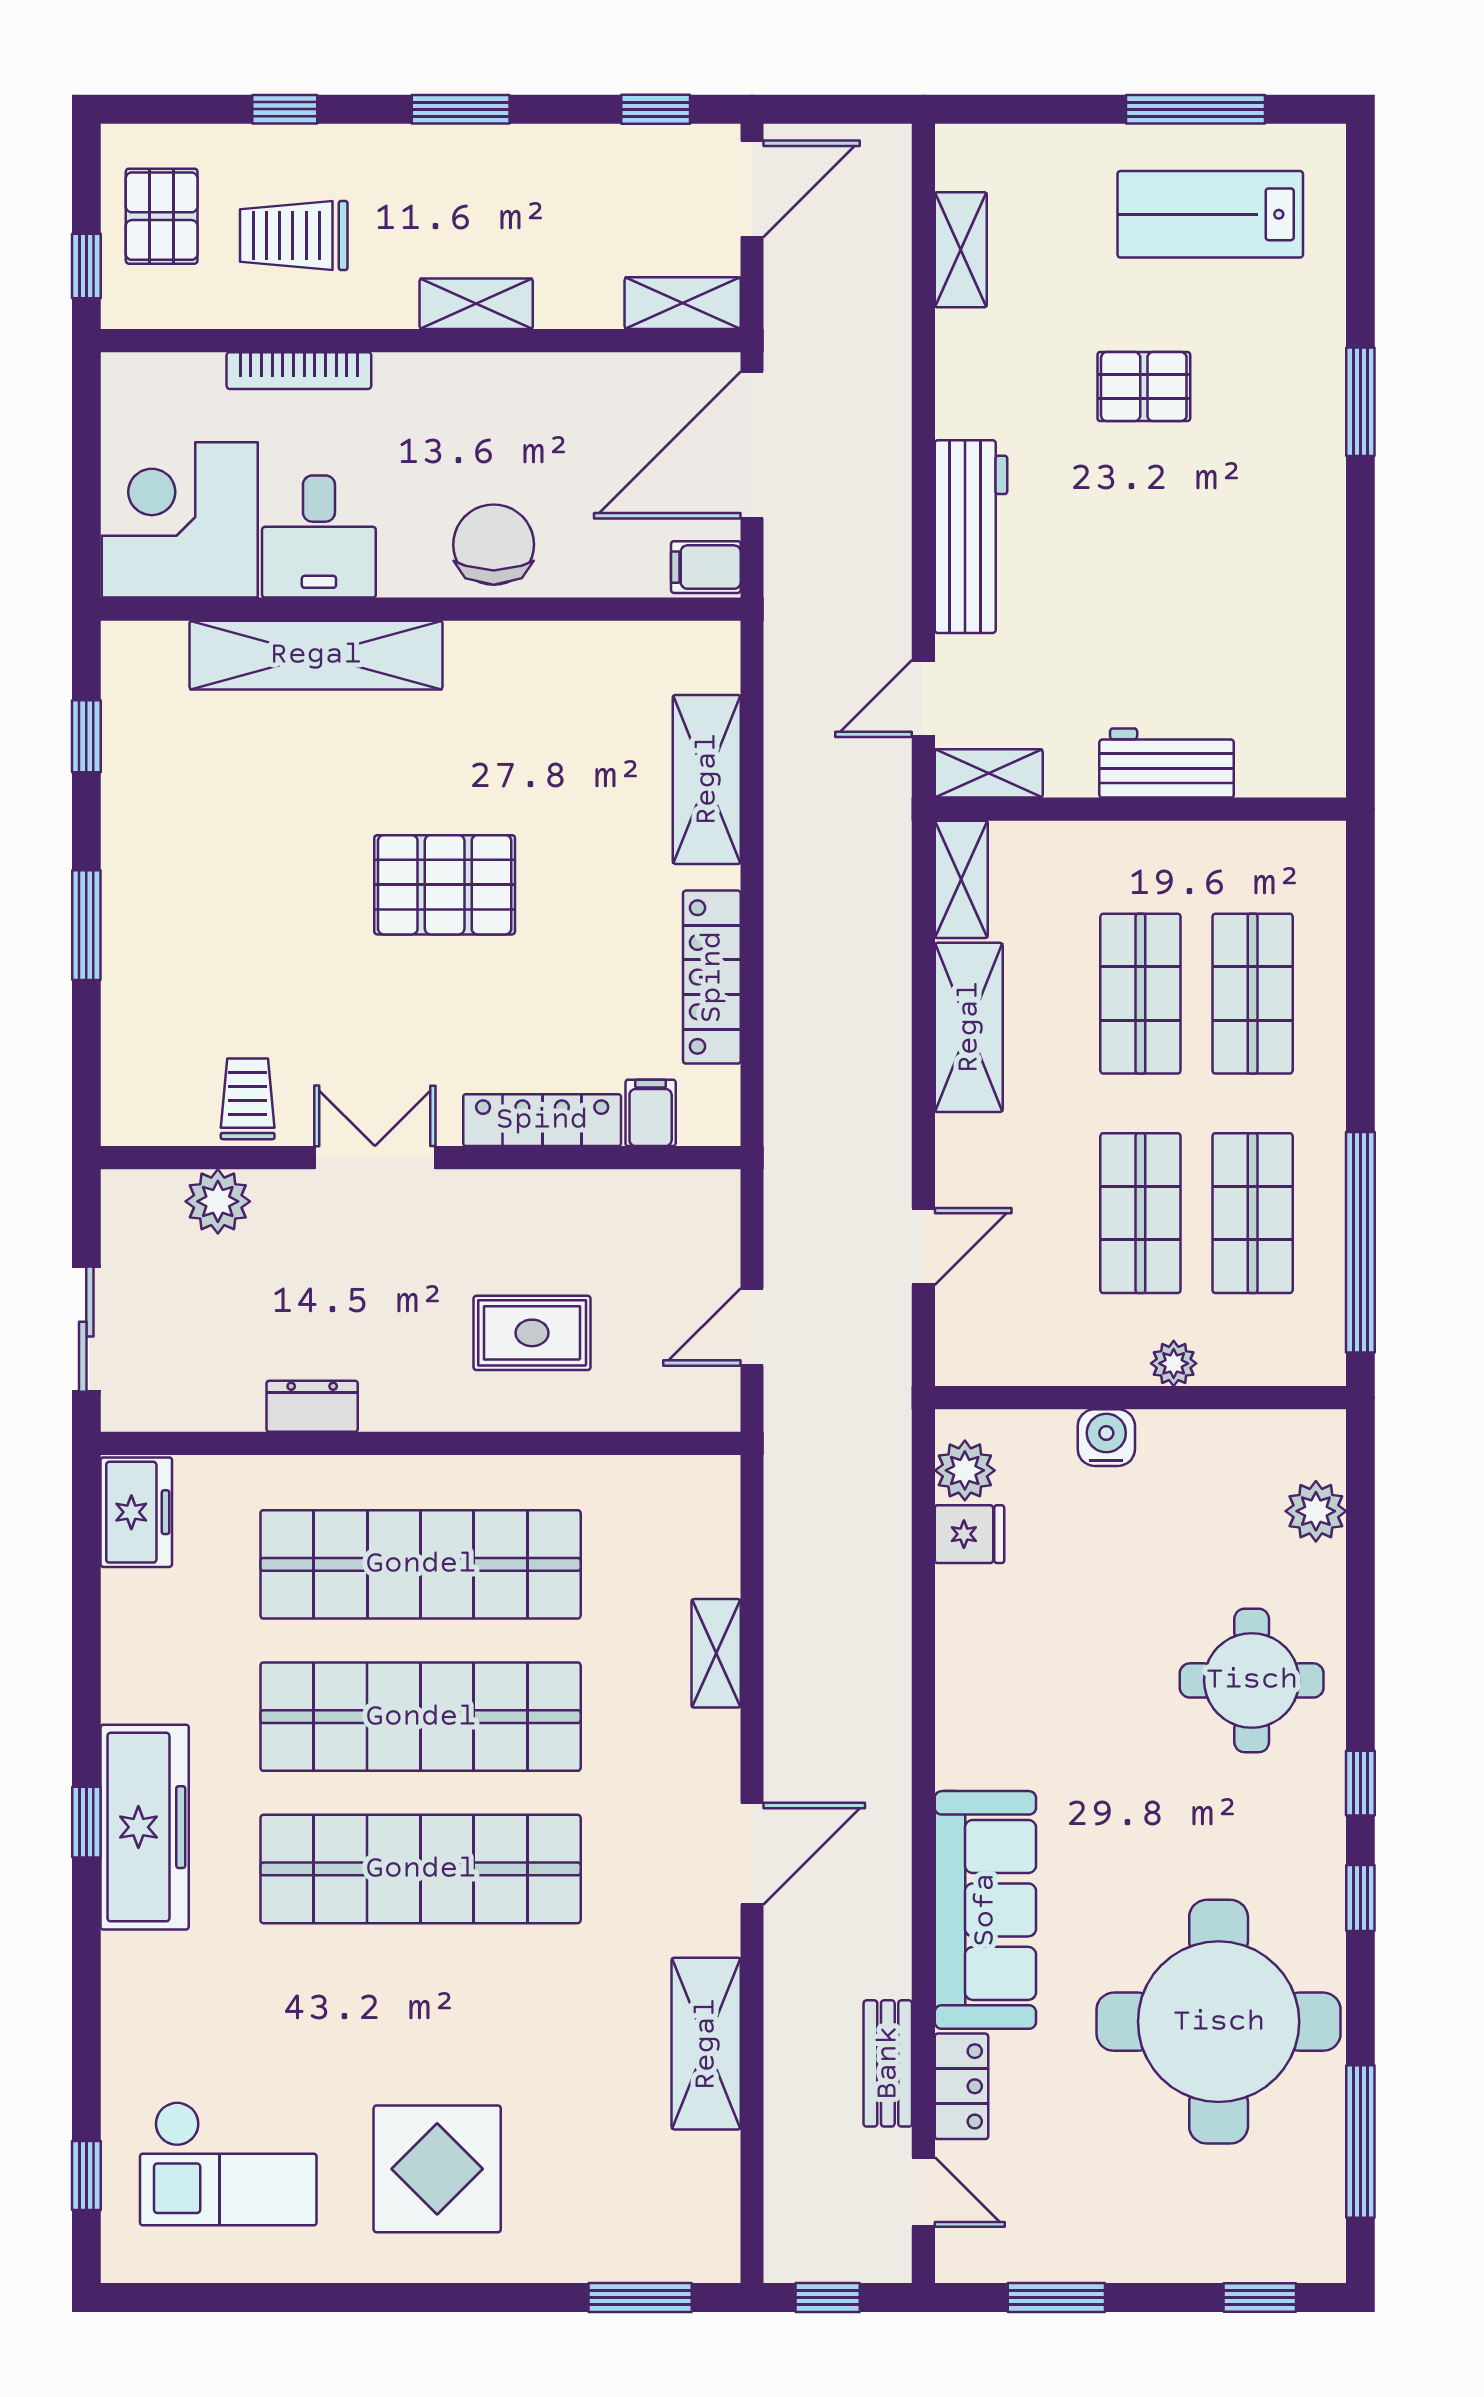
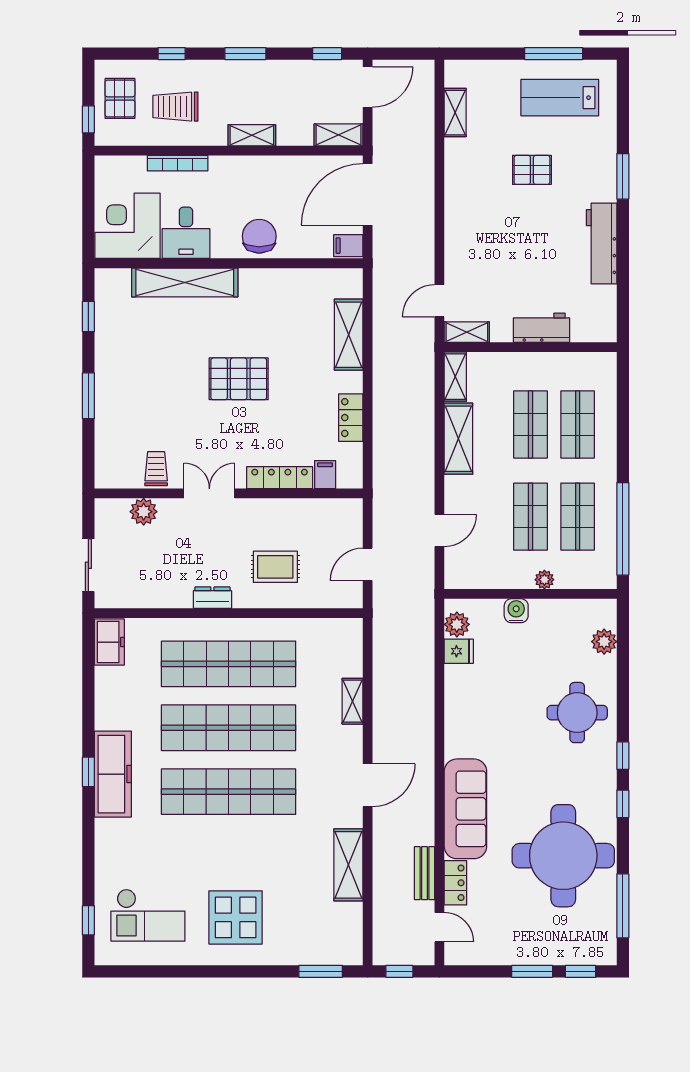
workbench: (971, 537) -> (602, 244), moved, turned 180
locker: (712, 977) -> (351, 418), width x0.66
dresser: (312, 1406) -> (212, 598), moved
window: (1056, 2297) -> (532, 971), moved

